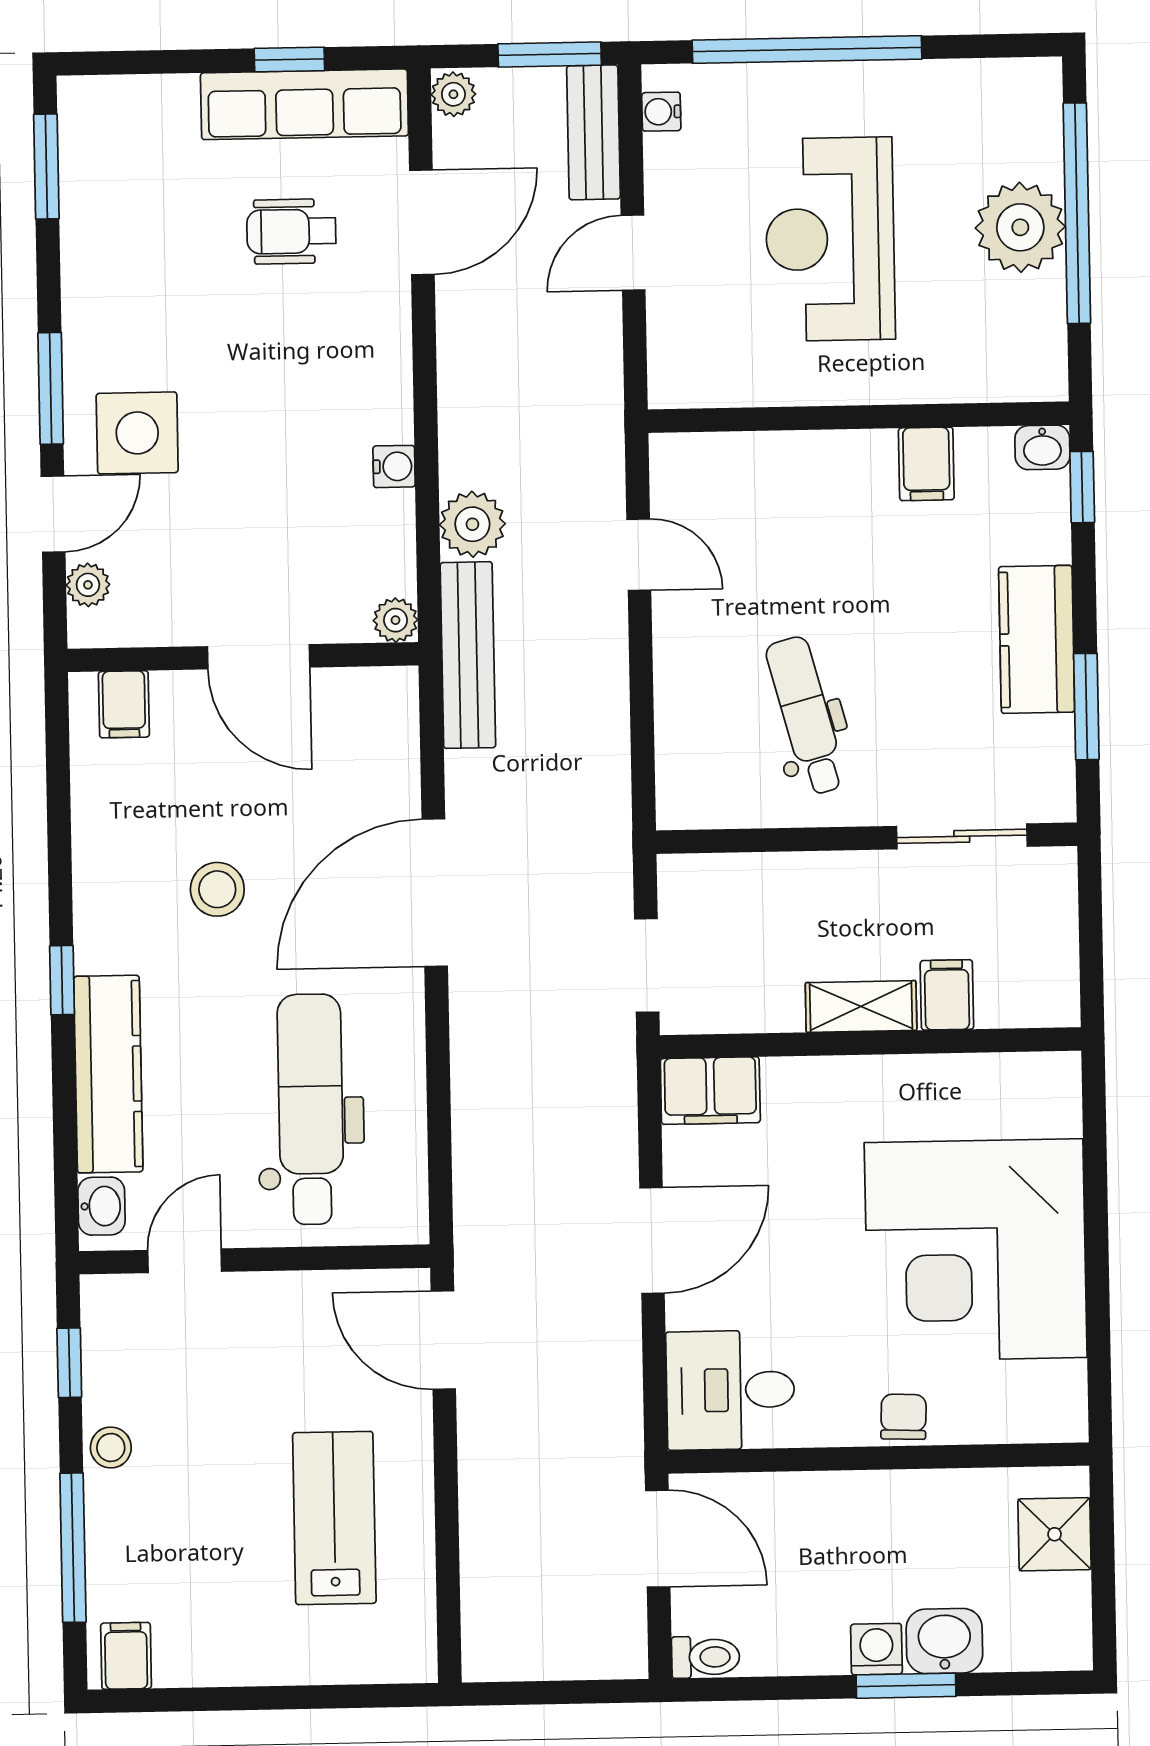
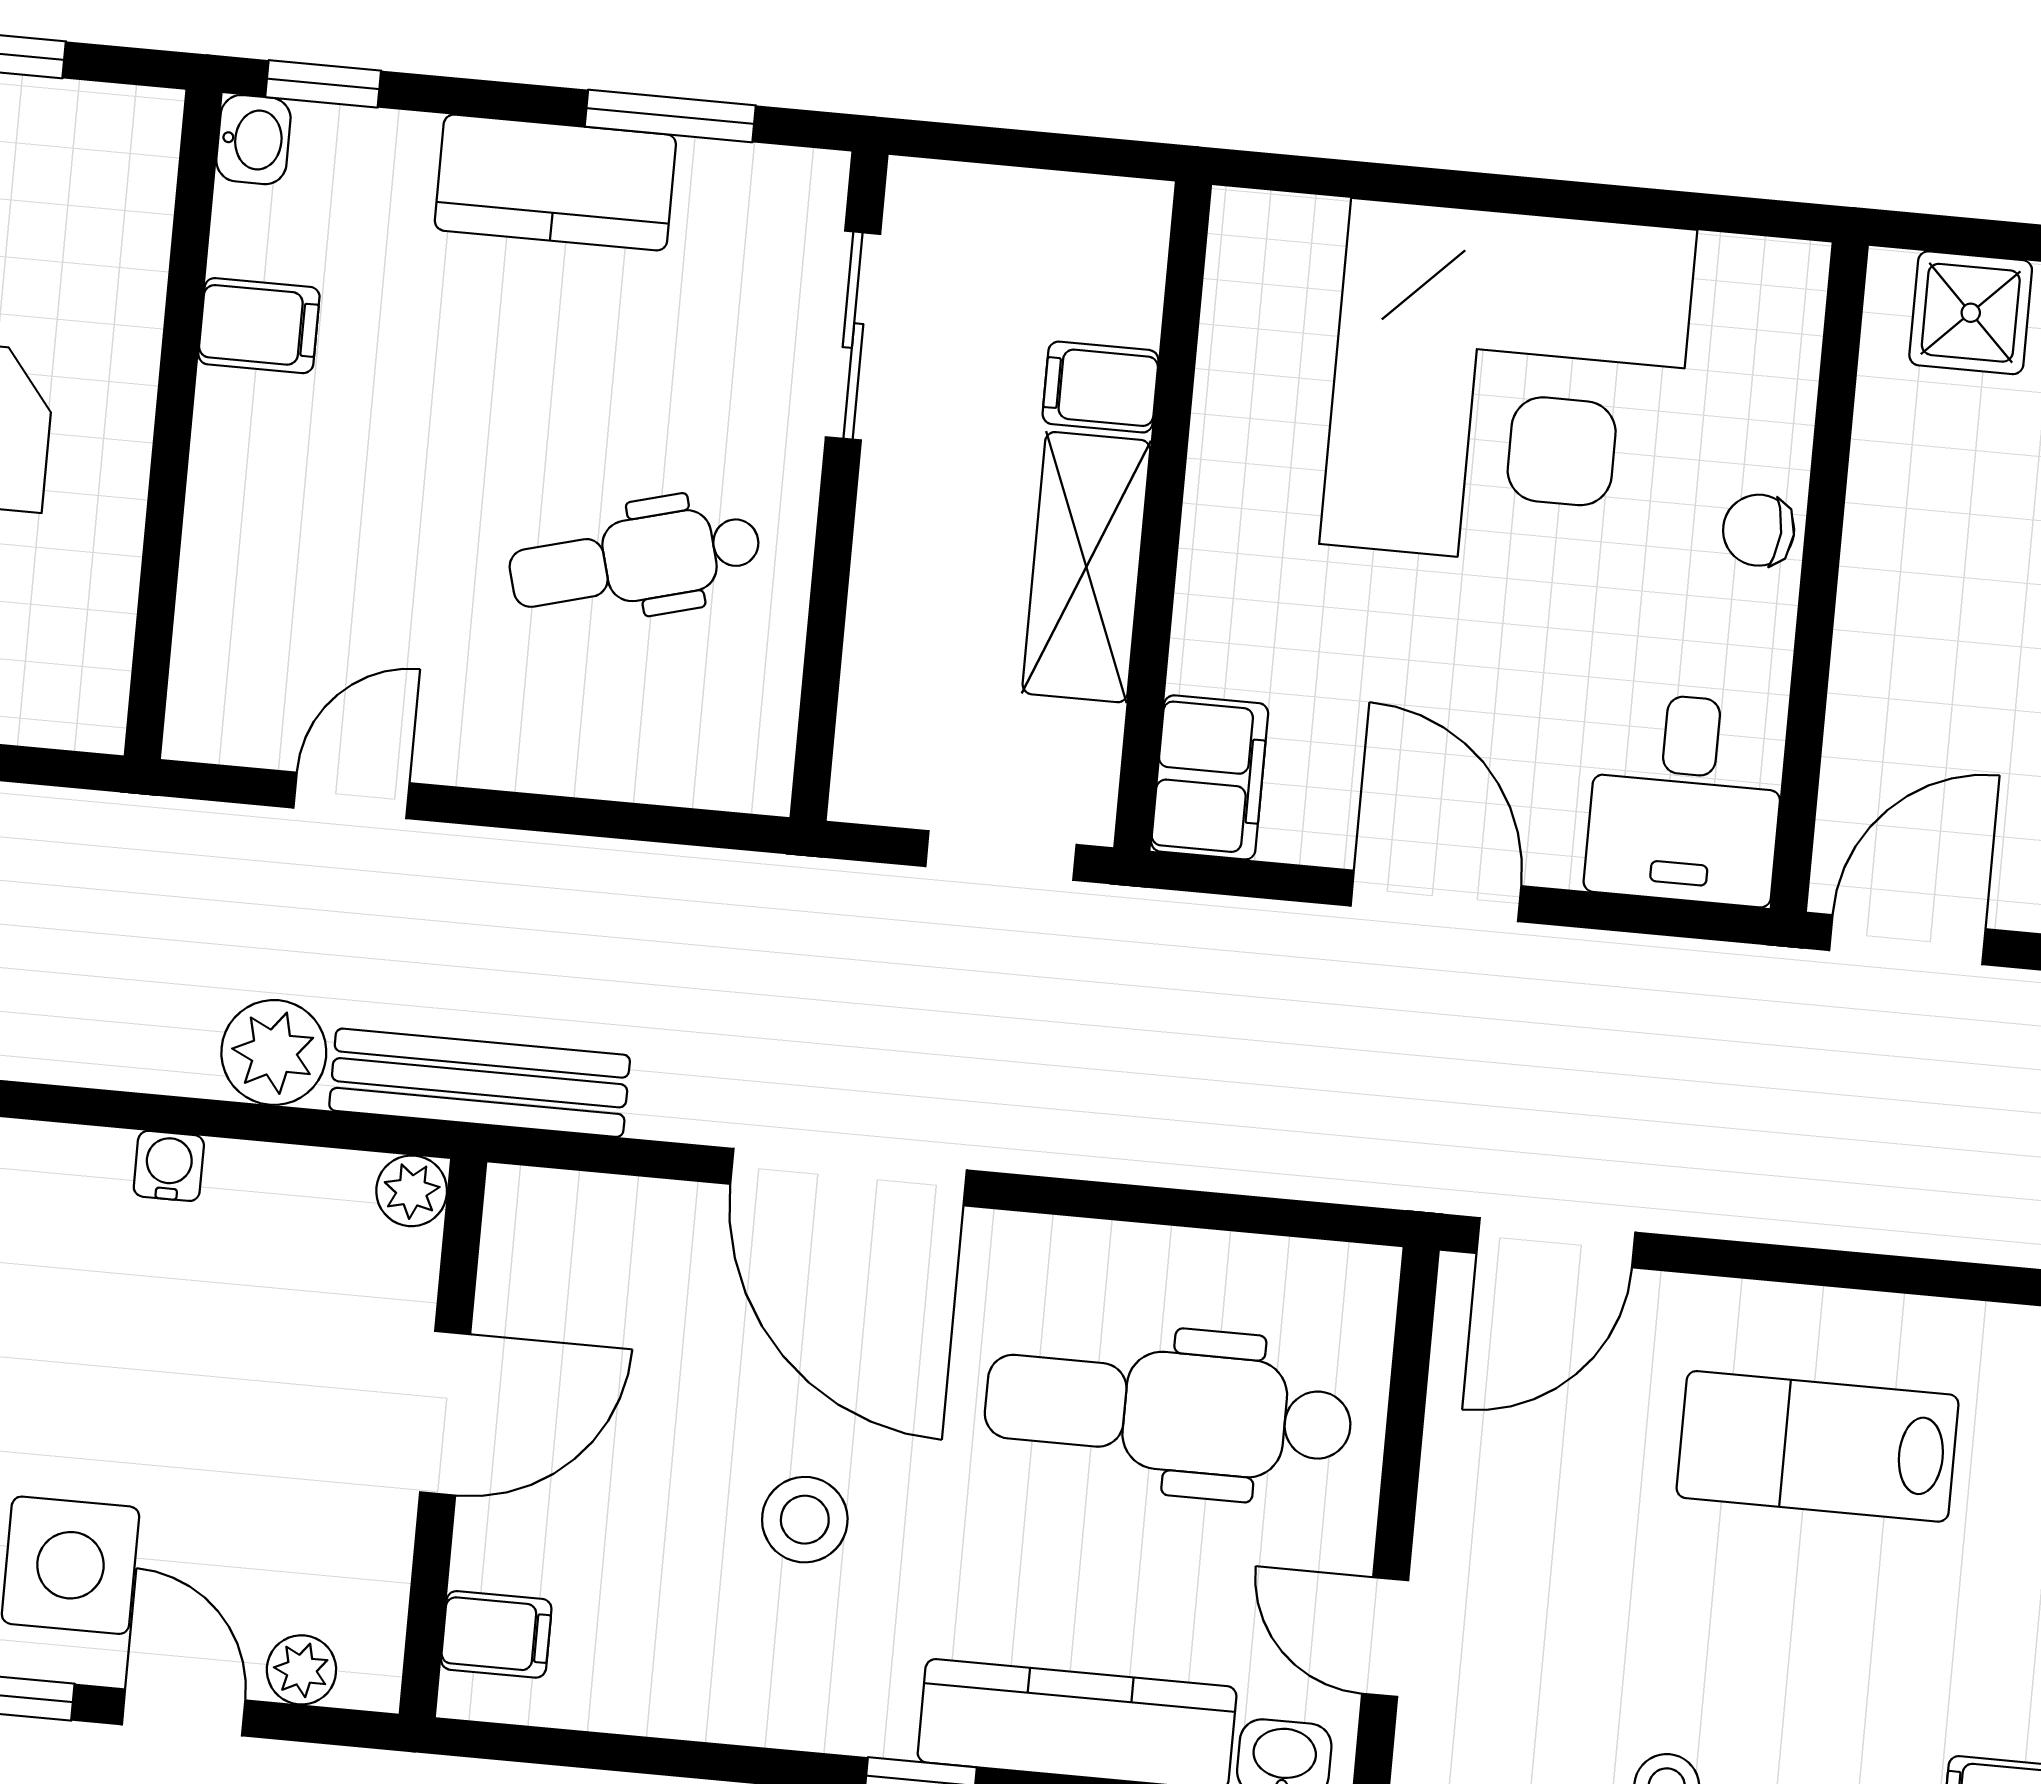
shelving: (861, 1006) -> (1086, 567), width x1.50, depth x1.33

